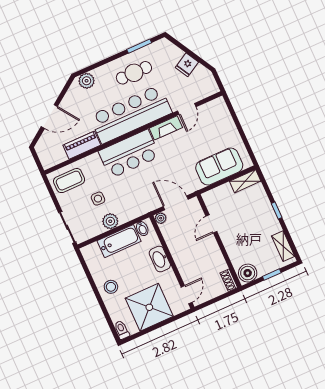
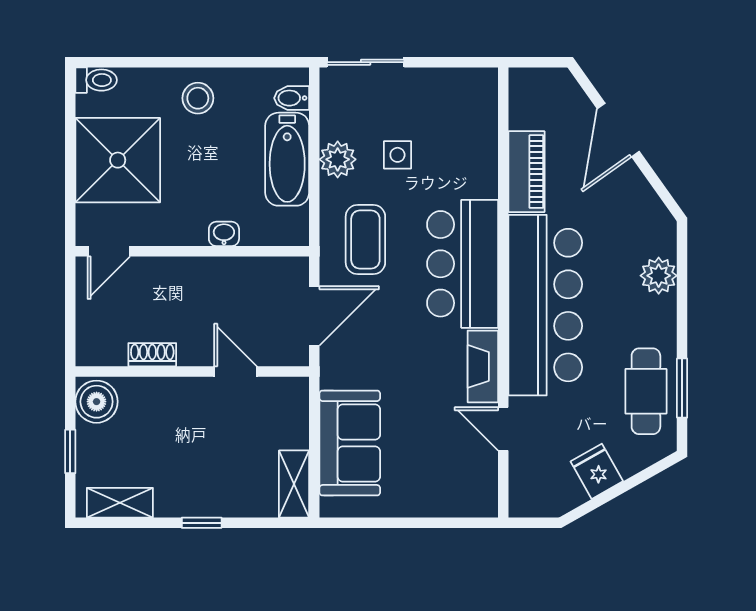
cafe table: (134, 73) -> (646, 391), moved
plant: (87, 81) -> (659, 276), moved
coffee table: (69, 181) -> (365, 239), moved
plant: (161, 218) -> (296, 269), removed
bidet: (142, 229) -> (292, 98), moved
washbasin: (160, 259) -> (224, 234), width x0.52, depth x0.69
shoe rack: (229, 280) -> (152, 355), moved
door: (187, 295) -> (109, 251), hinge flipped

